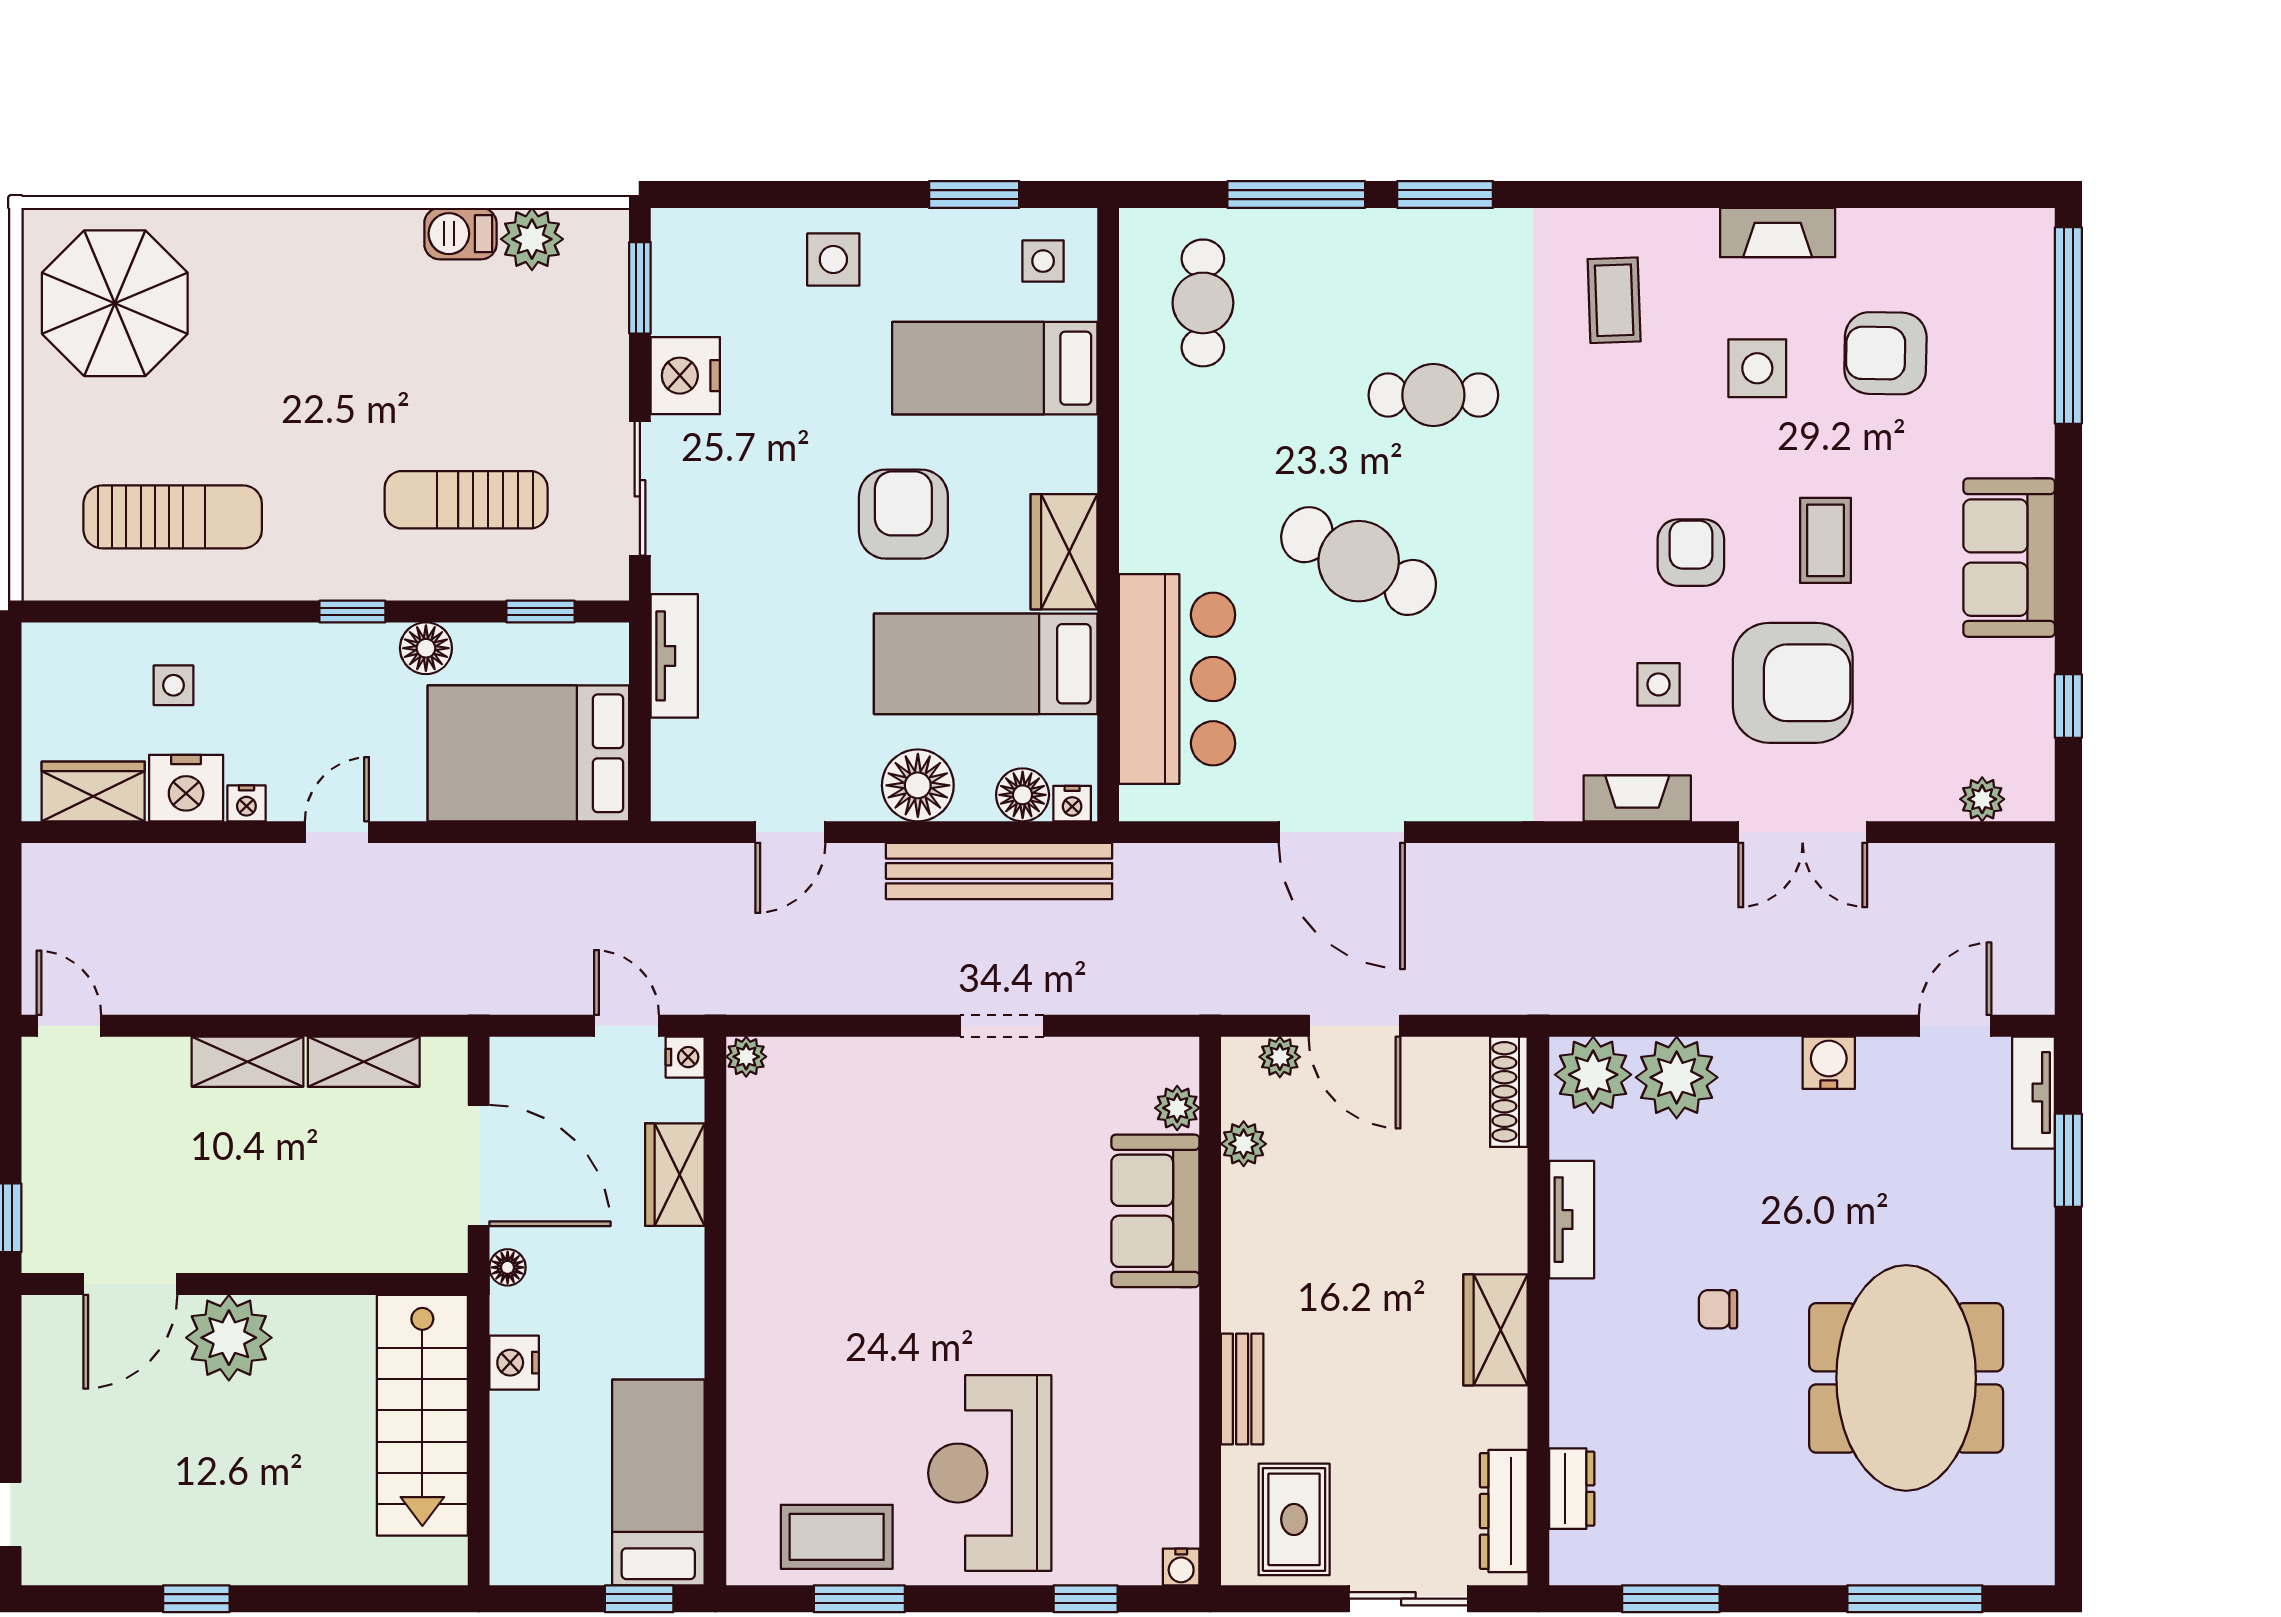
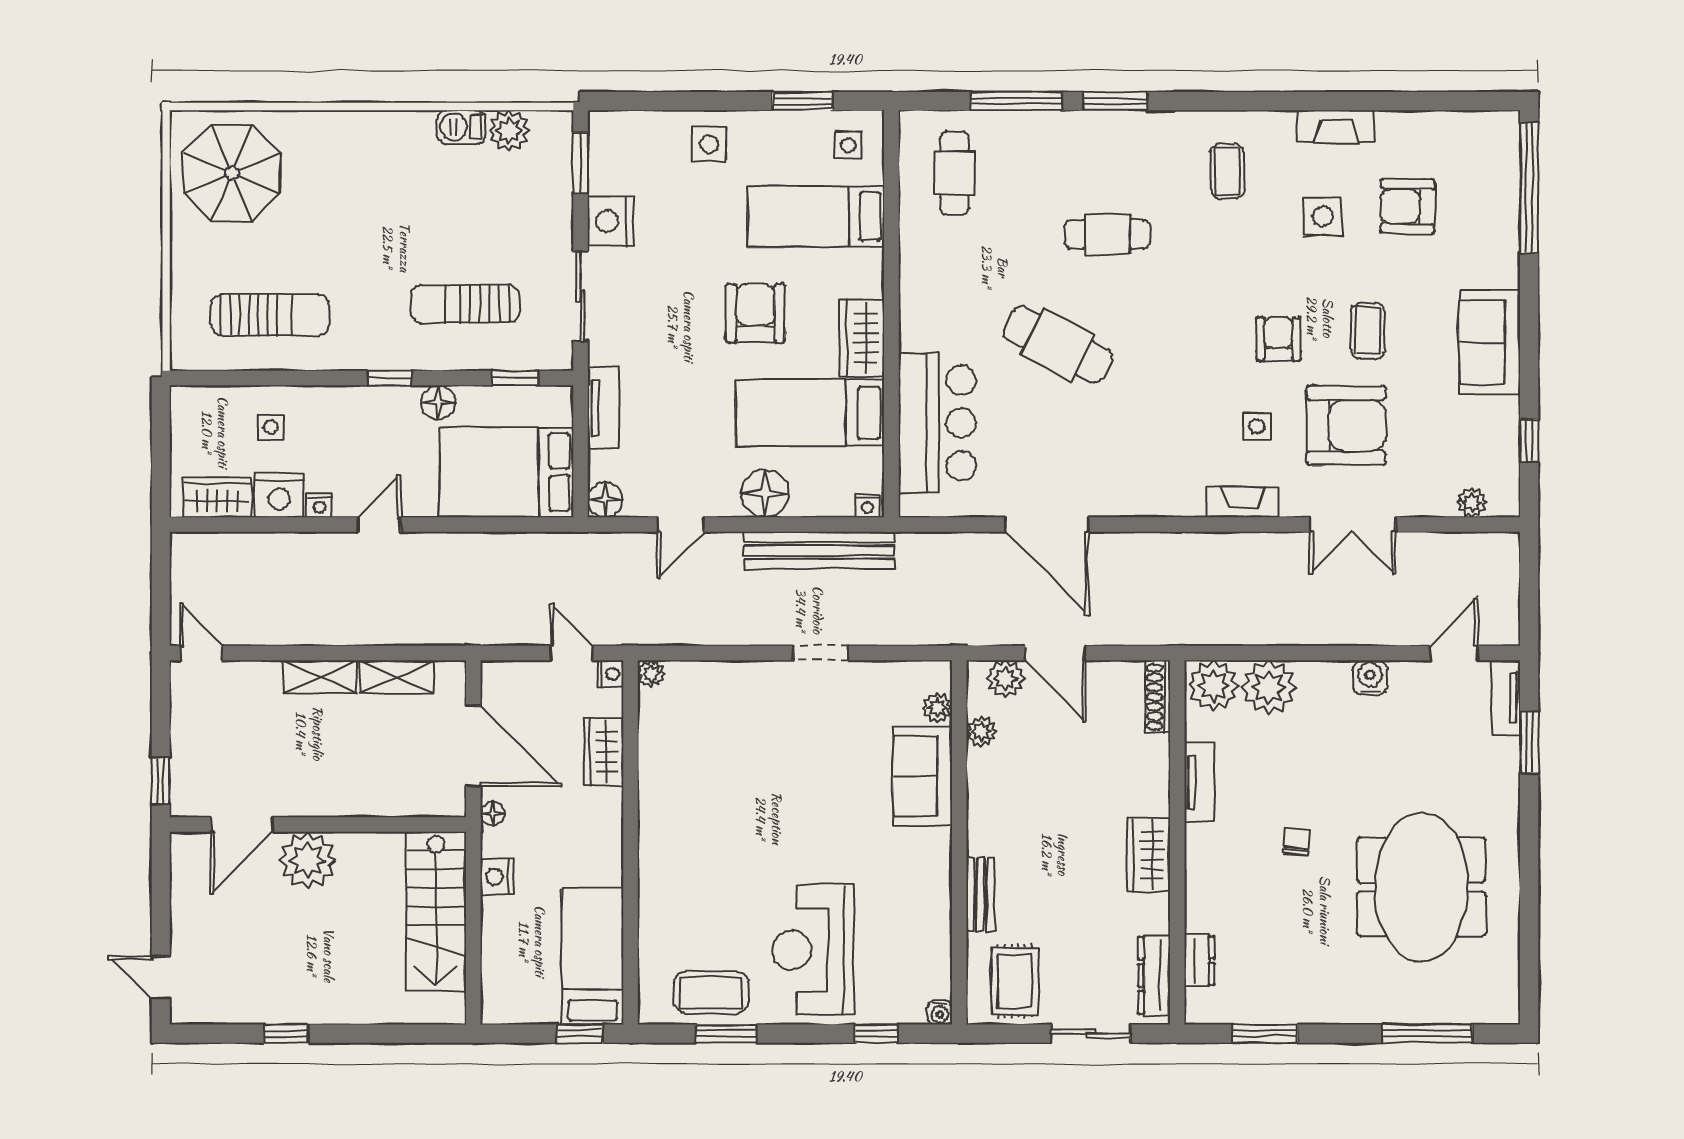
floor lamp: (1023, 795) -> (605, 500), moved
plant: (1280, 1057) -> (1005, 679), width x1.38, depth x1.38
chair: (1718, 1309) -> (1296, 841), turned 96

